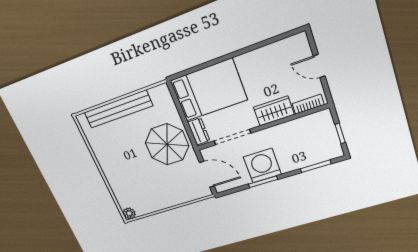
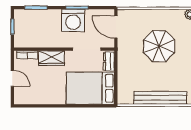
parasol: (167, 144) -> (159, 46), moved

